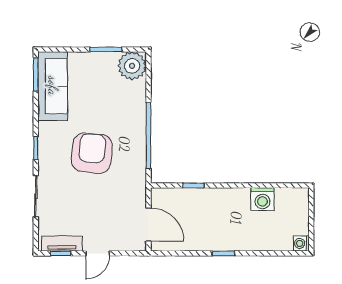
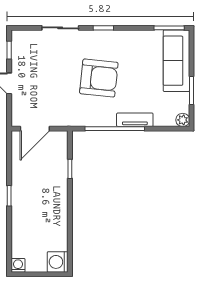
plant: (132, 66) -> (183, 120), width x0.53, depth x0.53
sofa: (53, 86) -> (176, 61), moved, turned 90
washing machine: (262, 199) -> (58, 262), moved
tv unit: (62, 244) -> (135, 120), moved, turned -90

